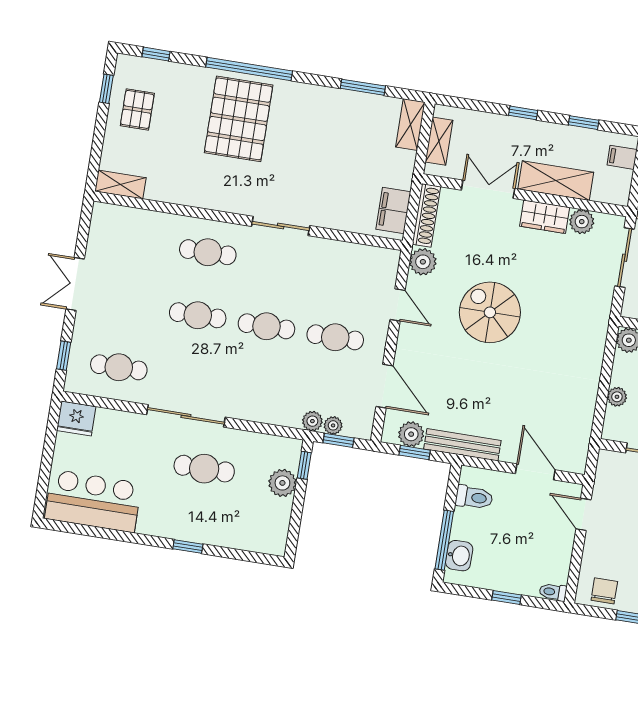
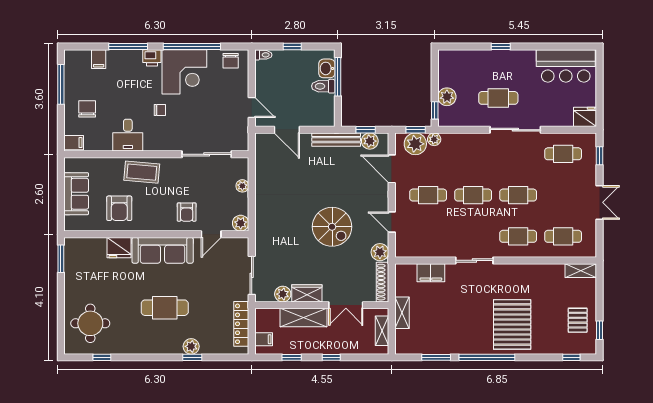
window: (249, 69) -> (487, 357), moved
shelving: (410, 125) -> (402, 313), moved
filing cabinet: (393, 211) -> (431, 273), moved, turned 90
cafe table: (139, 241) -> (563, 236), added
plant: (333, 425) -> (415, 144), width x1.88, depth x1.88
toilet: (474, 497) -> (323, 86), moved

